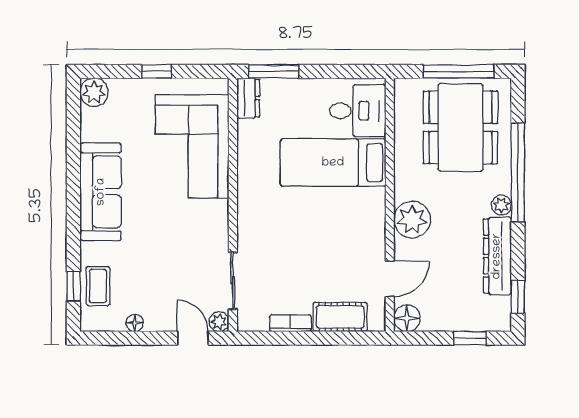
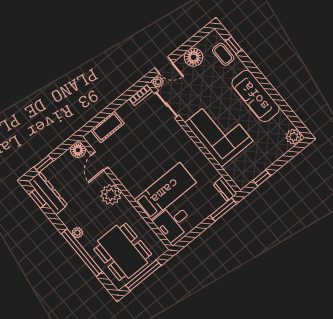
window: (156, 71) -> (262, 178), moved
corner sofa: (192, 146) -> (219, 132), moved
dresser: (497, 256) -> (48, 193), moved
floor lamp: (135, 323) -> (194, 57), width x1.89, depth x1.89
bookcase: (290, 323) -> (141, 95), moved

